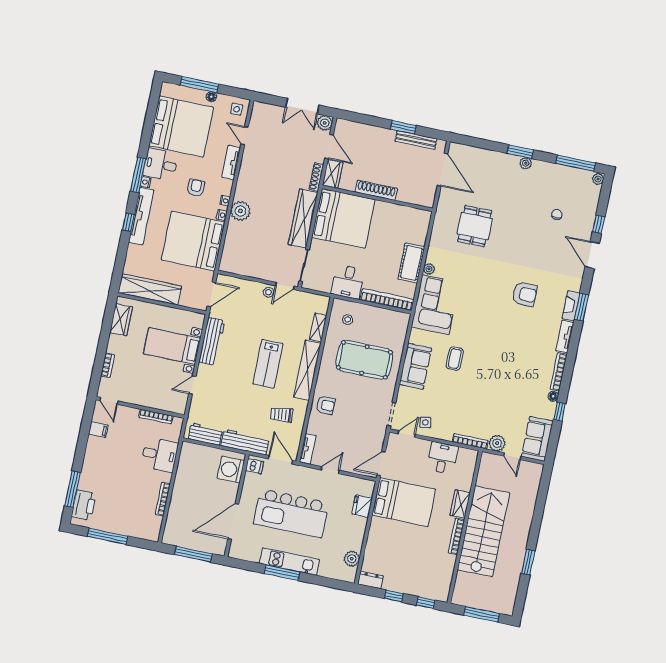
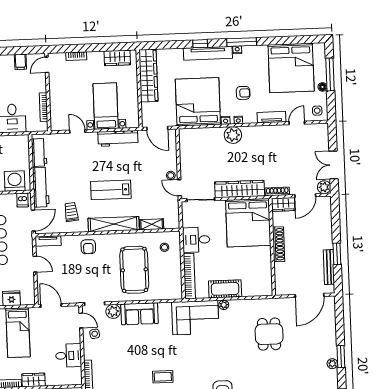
desk: (161, 164) -> (255, 59), removed
dining table: (475, 226) -> (269, 334), turned 90
coffee table: (455, 359) -> (163, 377), moved
plant: (405, 395) -> (113, 311), added
bed: (404, 502) -> (18, 333), width x0.67

